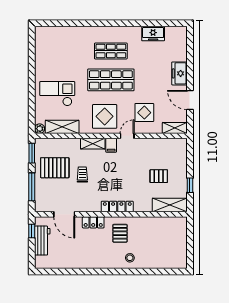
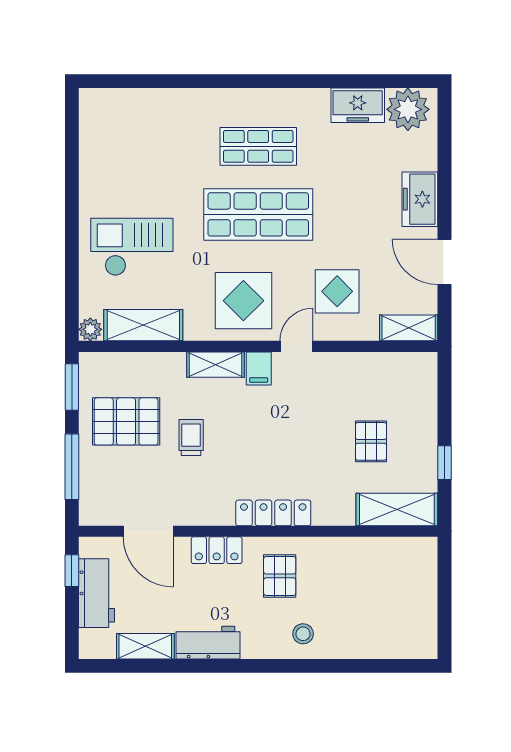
plant: (174, 35) -> (408, 109), added
pallet: (159, 176) -> (371, 441), turned 90
workbench: (90, 262) -> (208, 643), added
shelving: (63, 263) -> (145, 646), added

